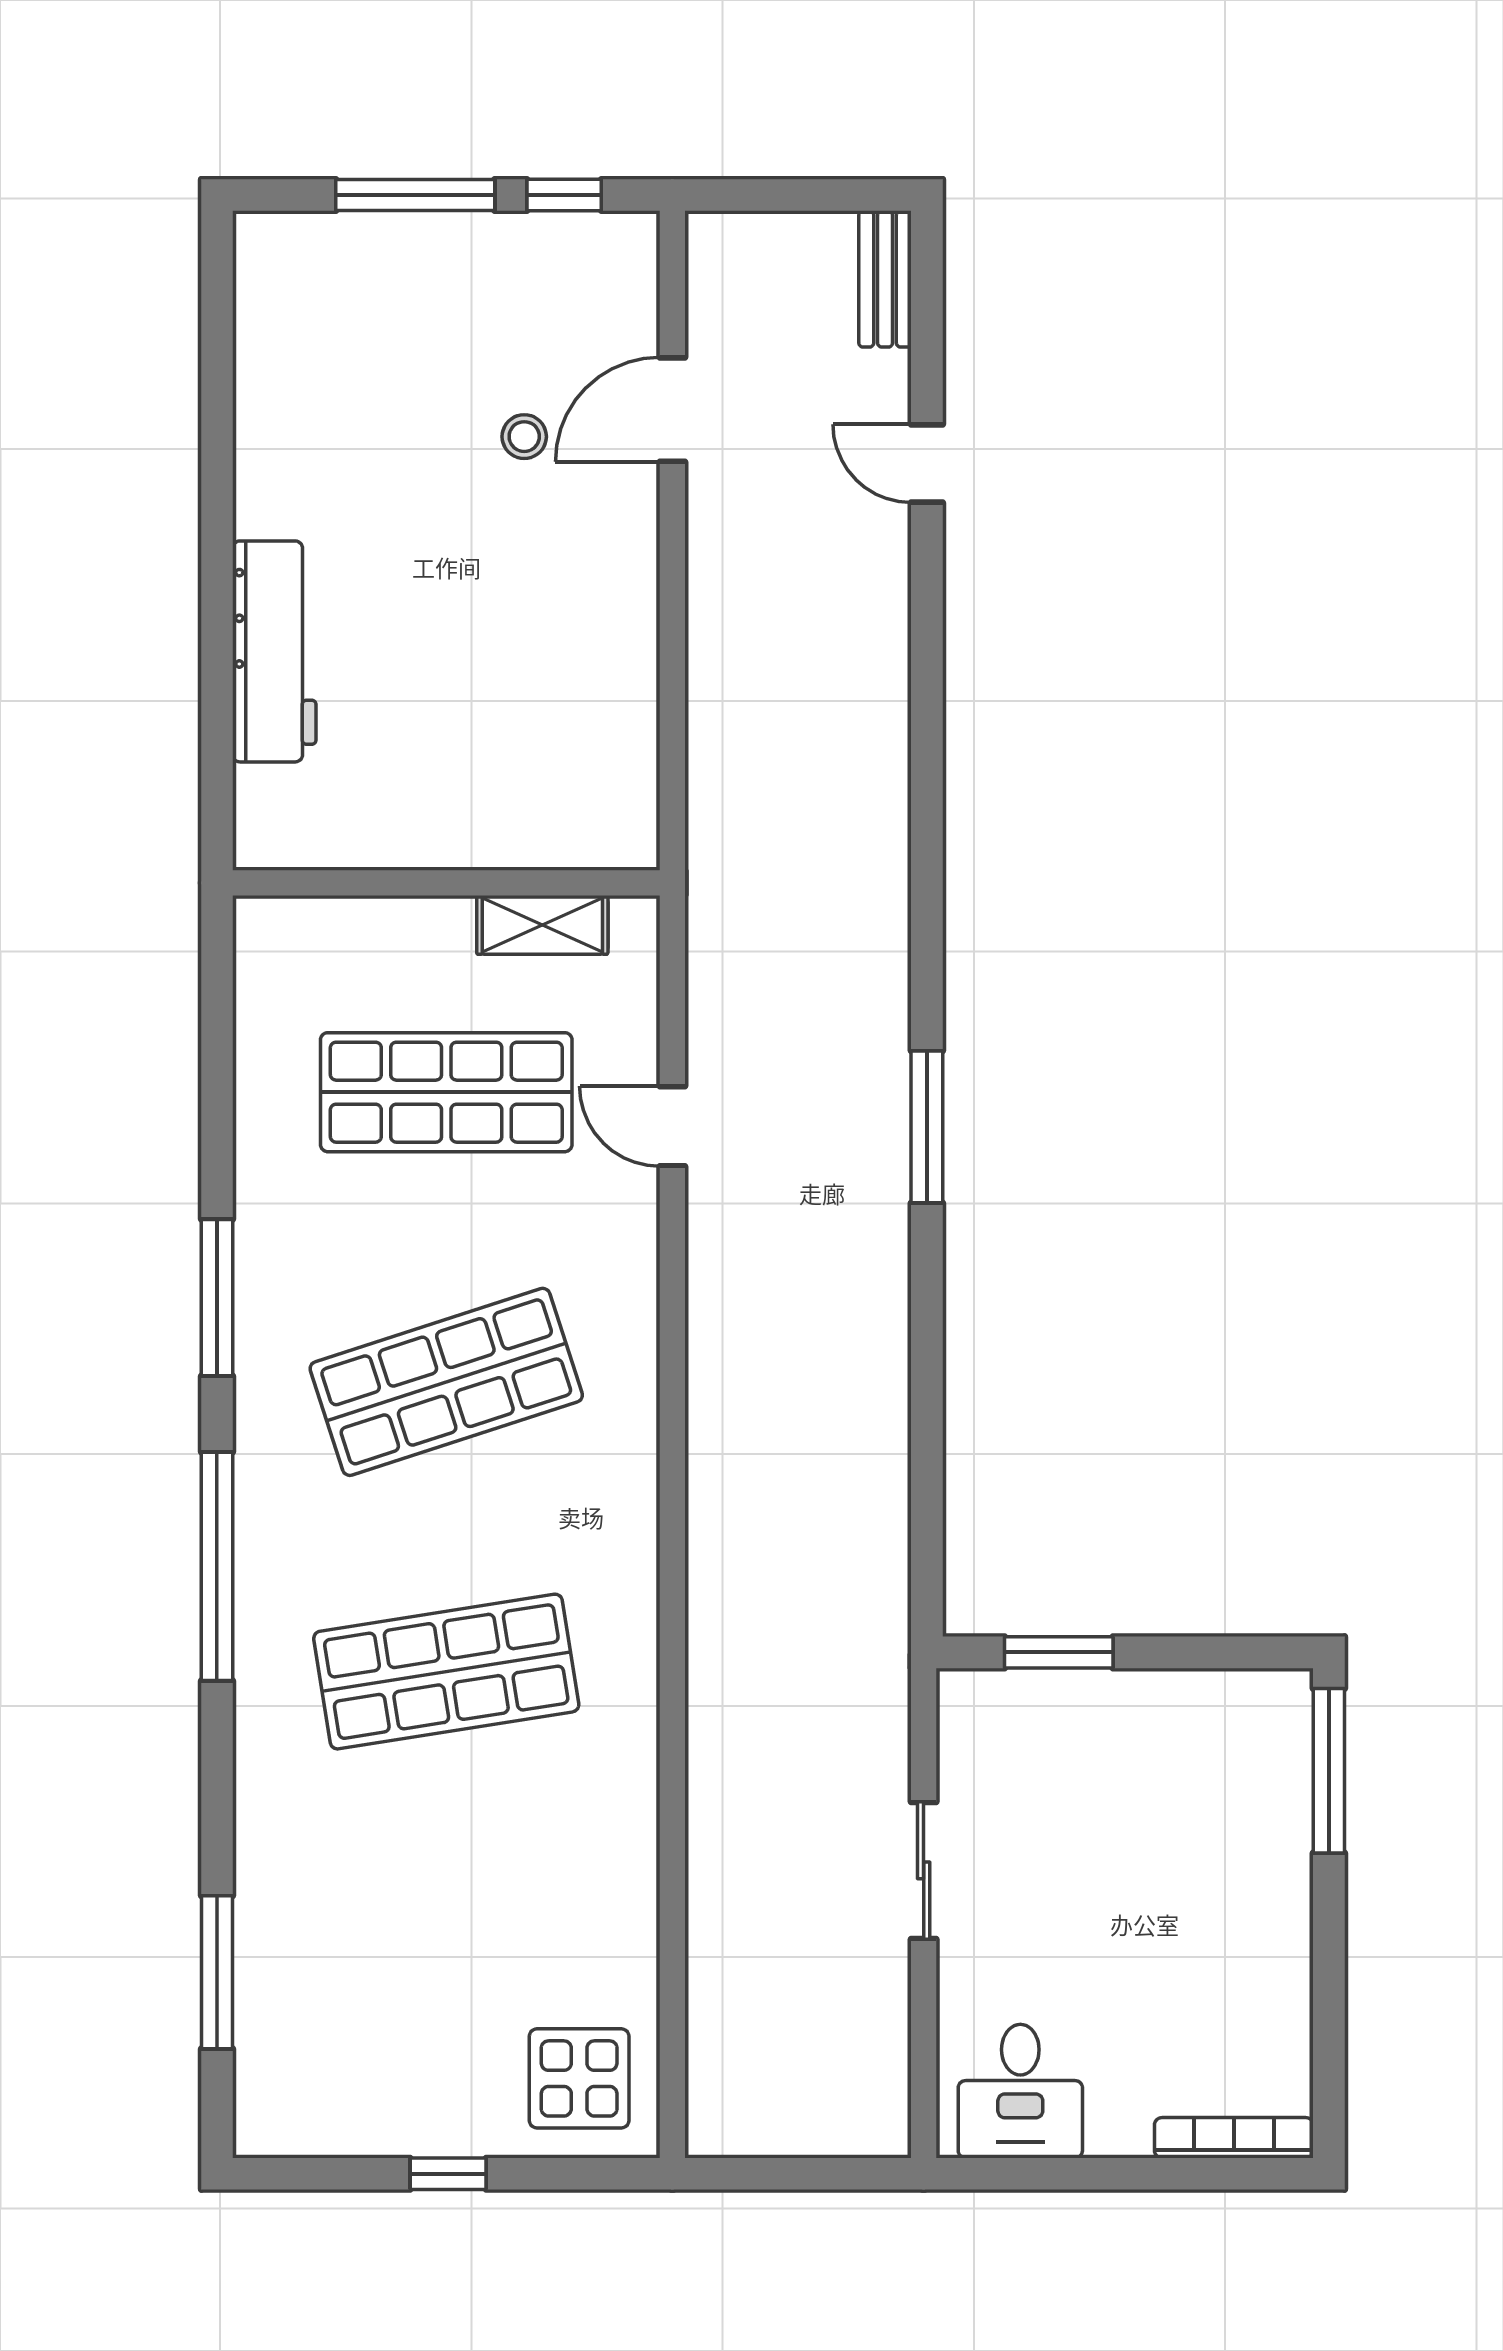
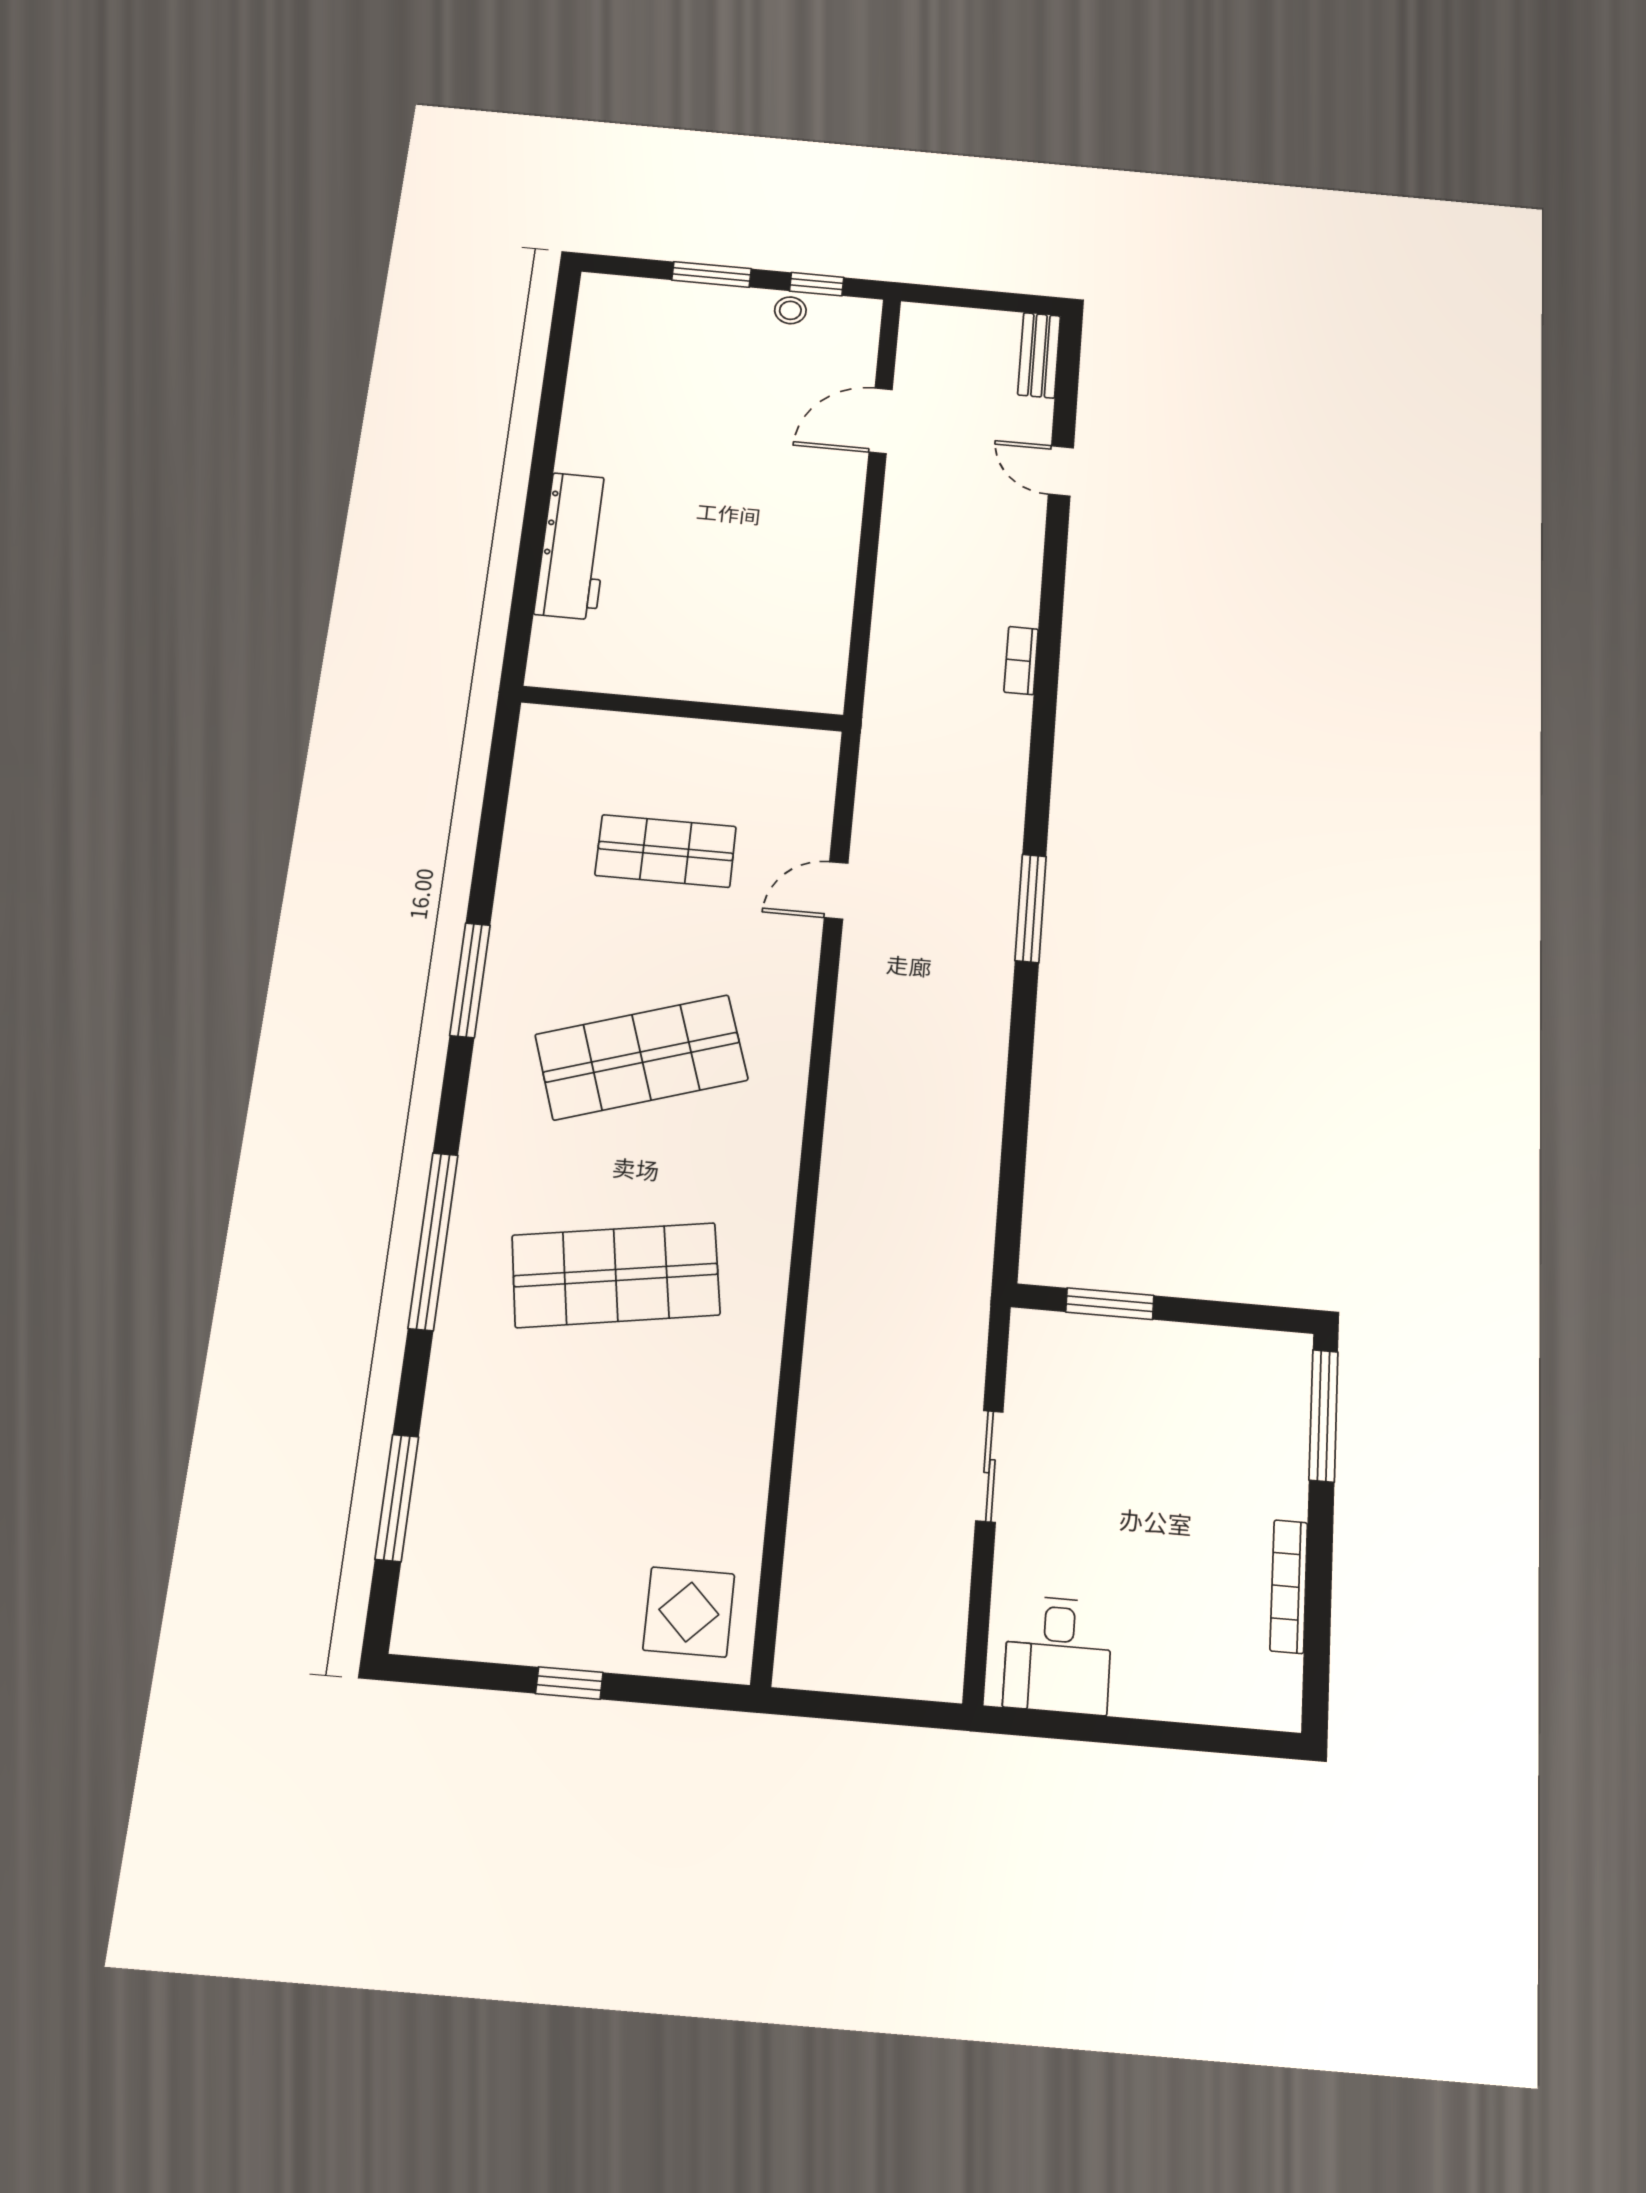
window: (415, 195) -> (712, 274), width x0.69
stool: (524, 437) -> (790, 310), moved
bookcase: (891, 764) -> (1021, 661), added
shelving: (542, 925) -> (751, 743), removed
shop shelf: (446, 1092) -> (666, 851), width x0.70, depth x0.74
door: (672, 1126) -> (836, 890), hinge flipped
window: (217, 1566) -> (433, 1241), moved
bookcase: (1234, 2138) -> (1289, 1586), moved, turned -90

